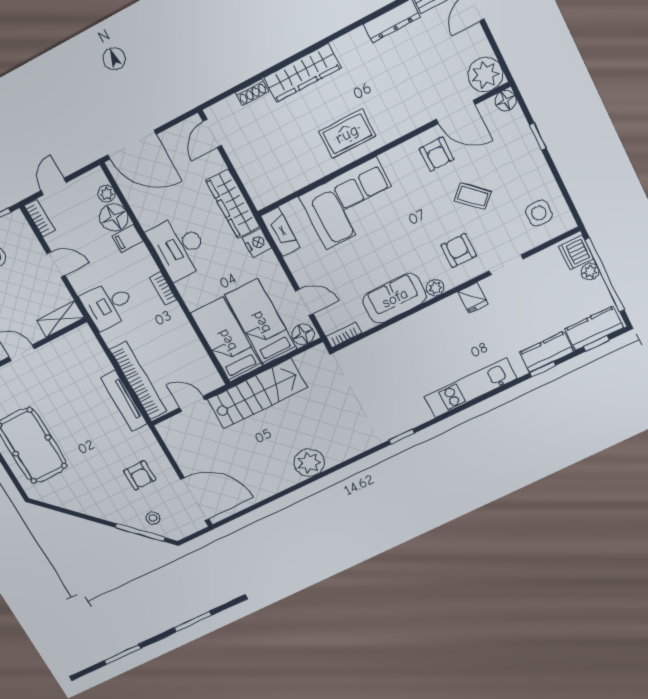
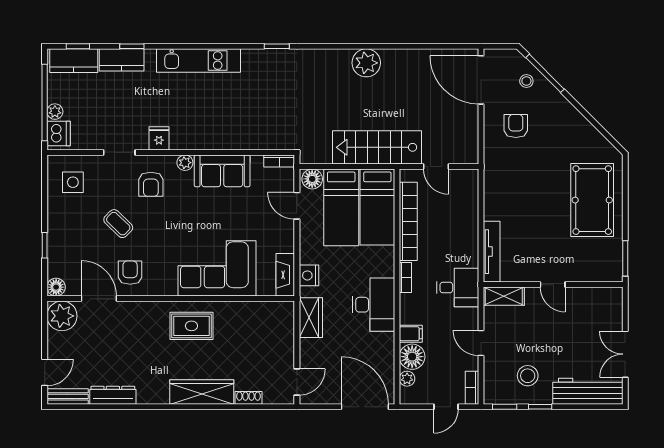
wardrobe: (233, 204) -> (311, 318), width x0.67
bookcase: (138, 380) -> (408, 221), moved, turned 180
tv unit: (124, 401) -> (492, 252), moved

